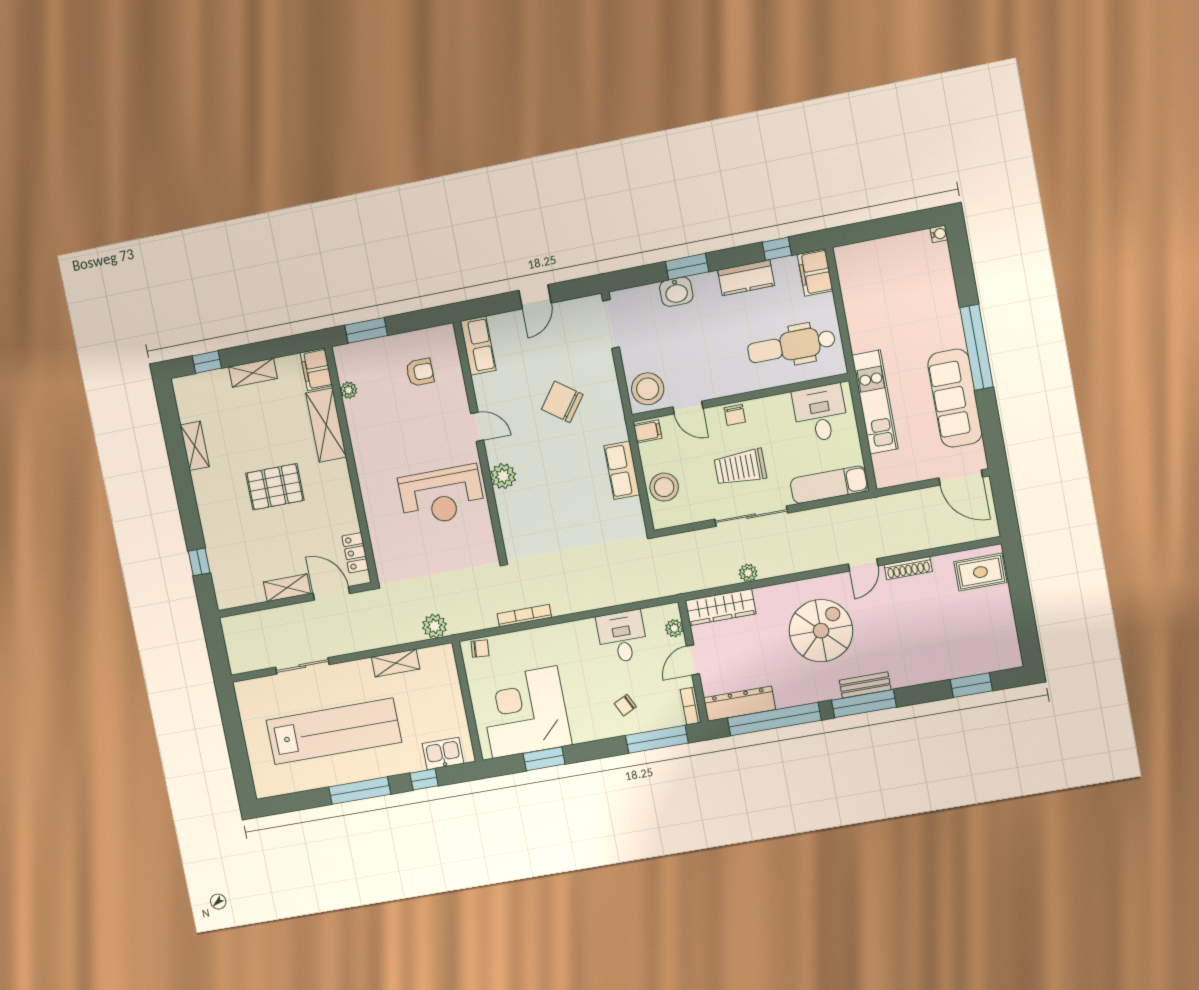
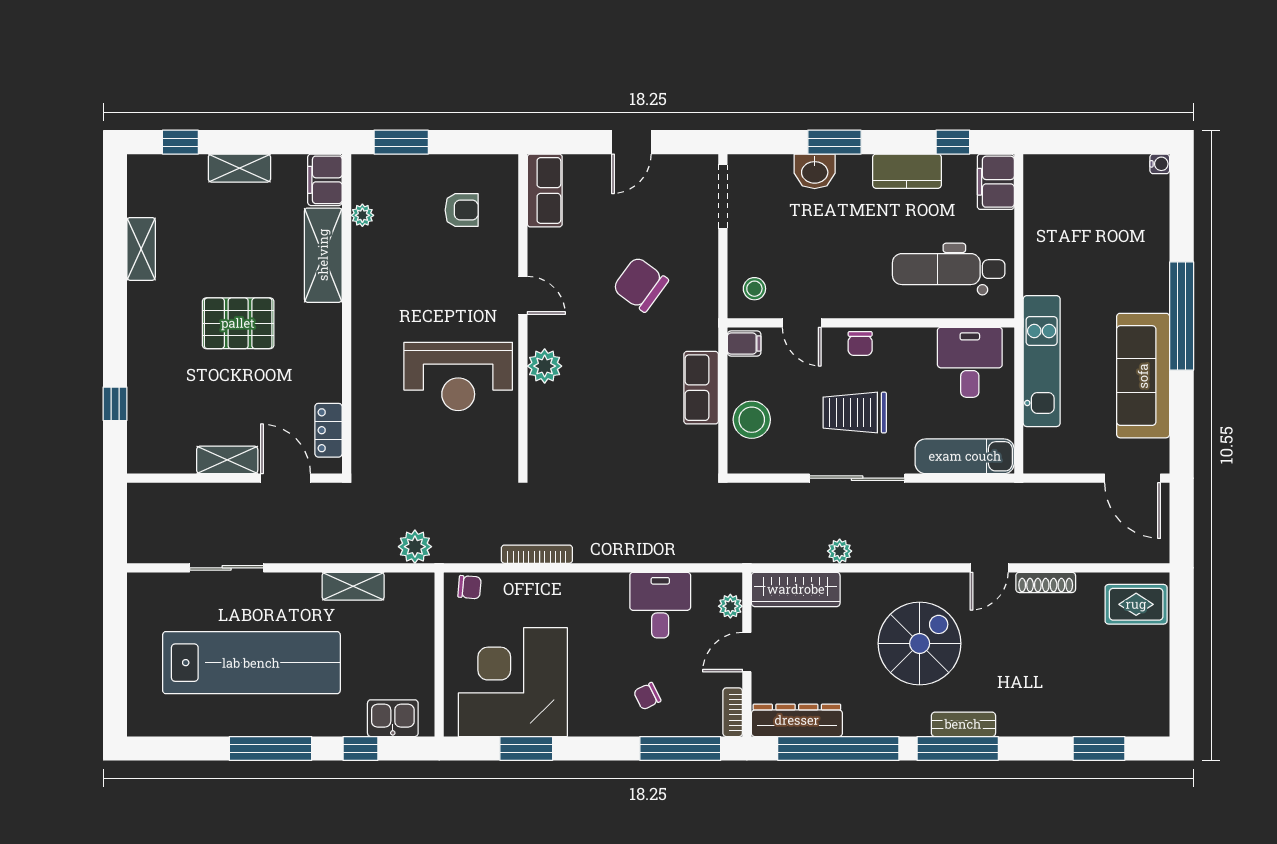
stool: (648, 389) -> (754, 289), width x0.53, depth x0.53

